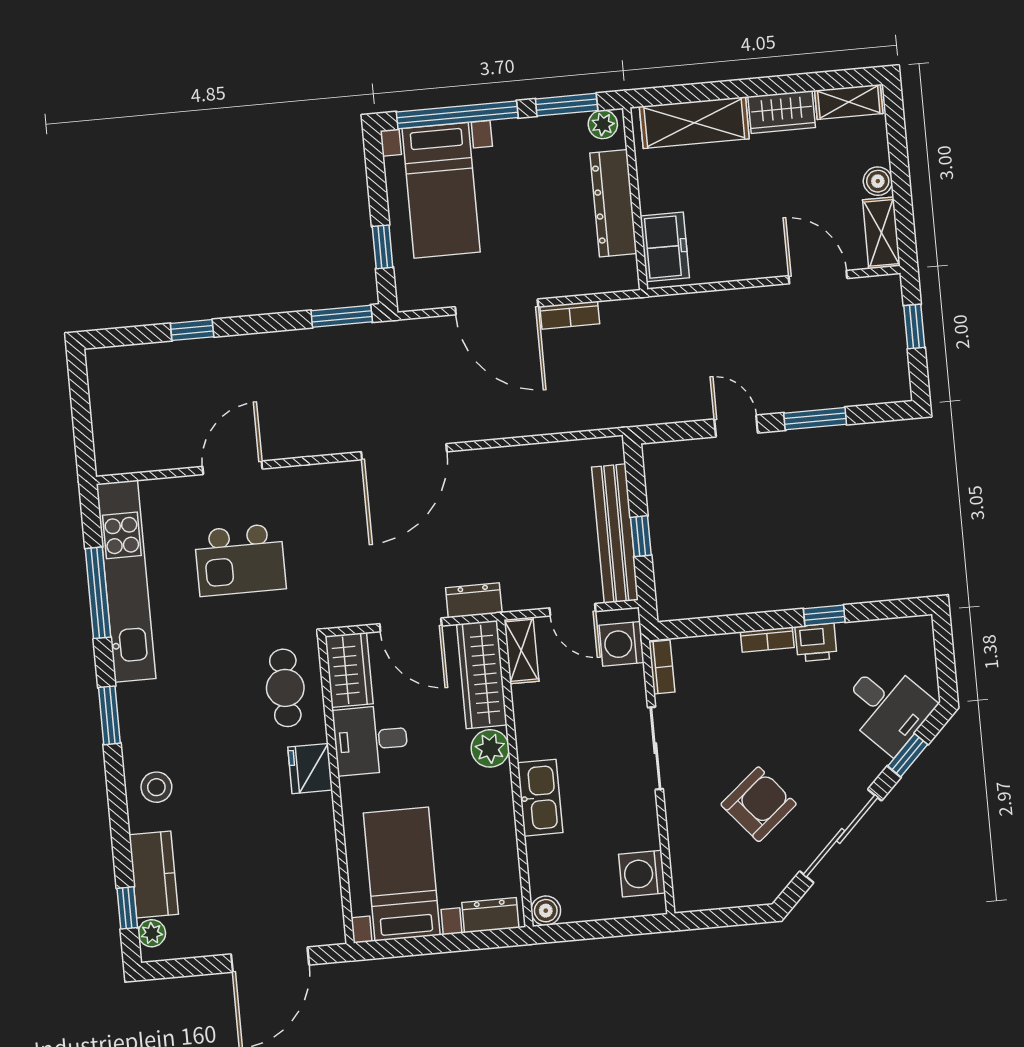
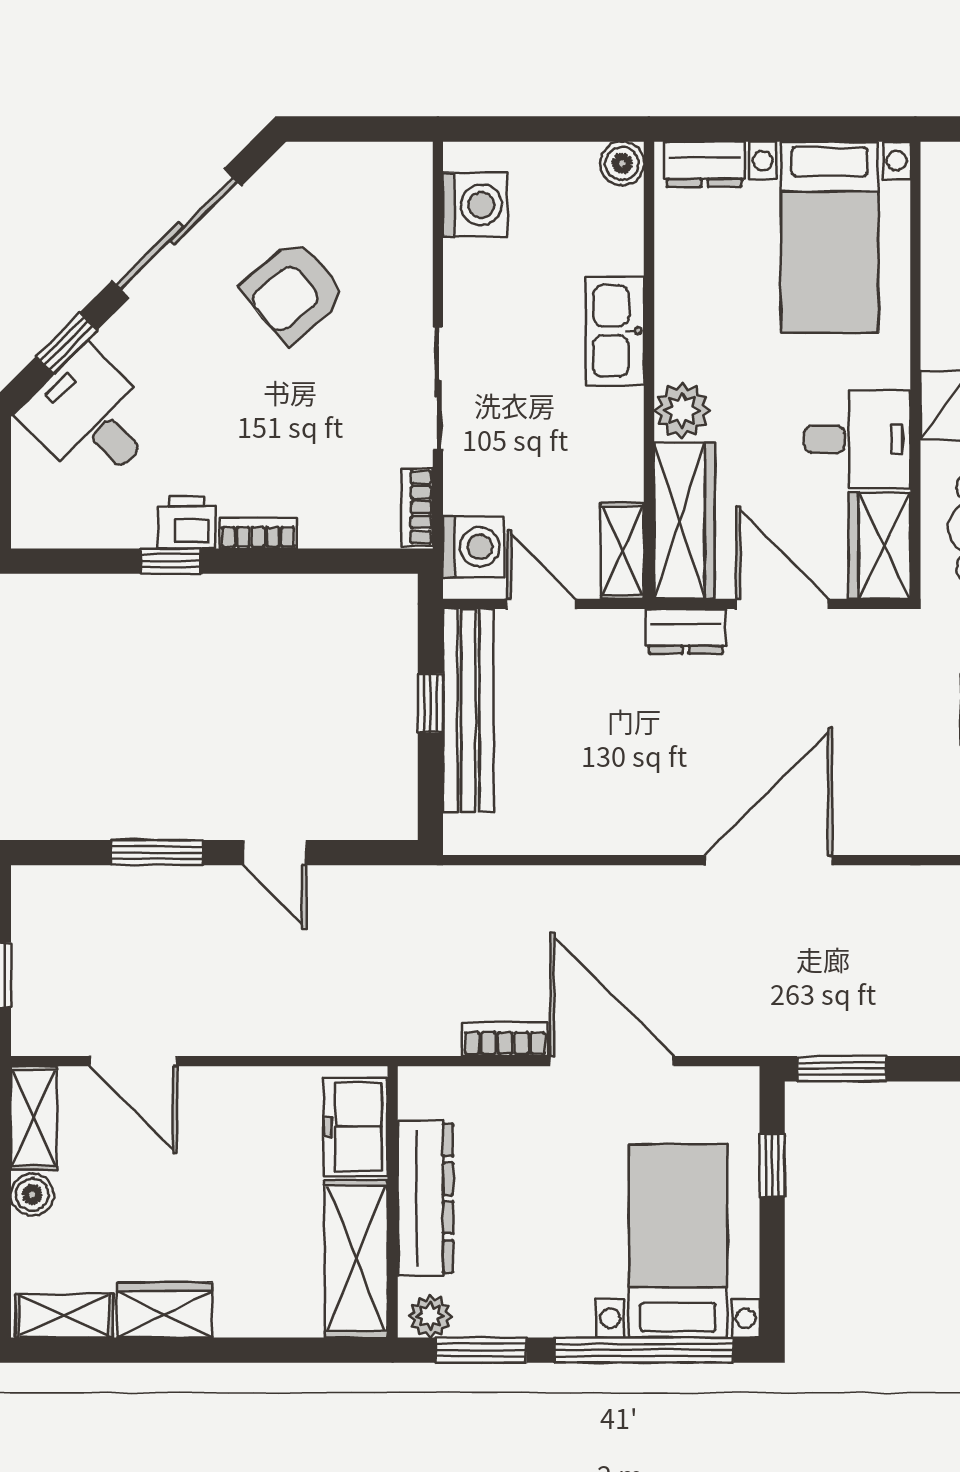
shelving: (694, 123) -> (356, 1259), moved, turned 90

